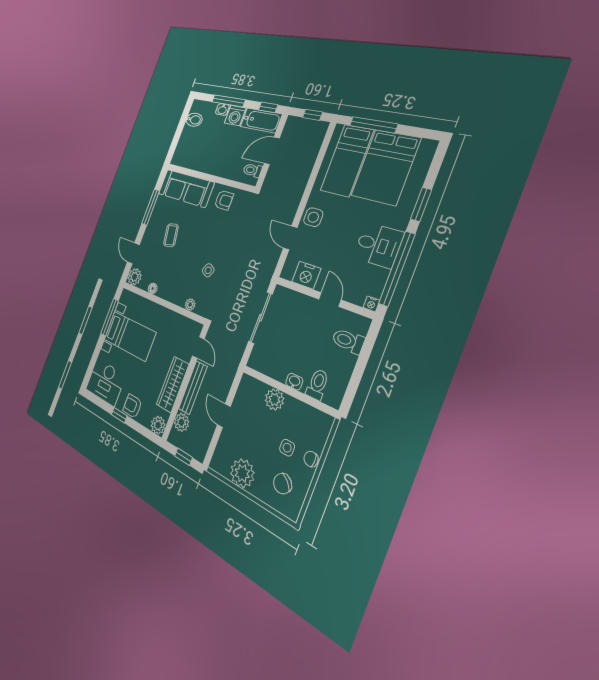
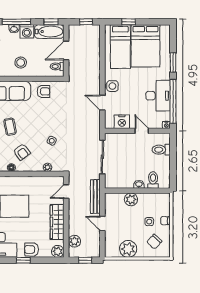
window: (373, 125) -> (129, 22), width x0.46
stool: (213, 155) -> (21, 63), added
desk: (378, 245) -> (158, 96), width x1.37
armchair: (171, 273) -> (22, 152), added
door: (198, 347) -> (66, 192), swing flipped
bench: (193, 388) -> (95, 196), moved

